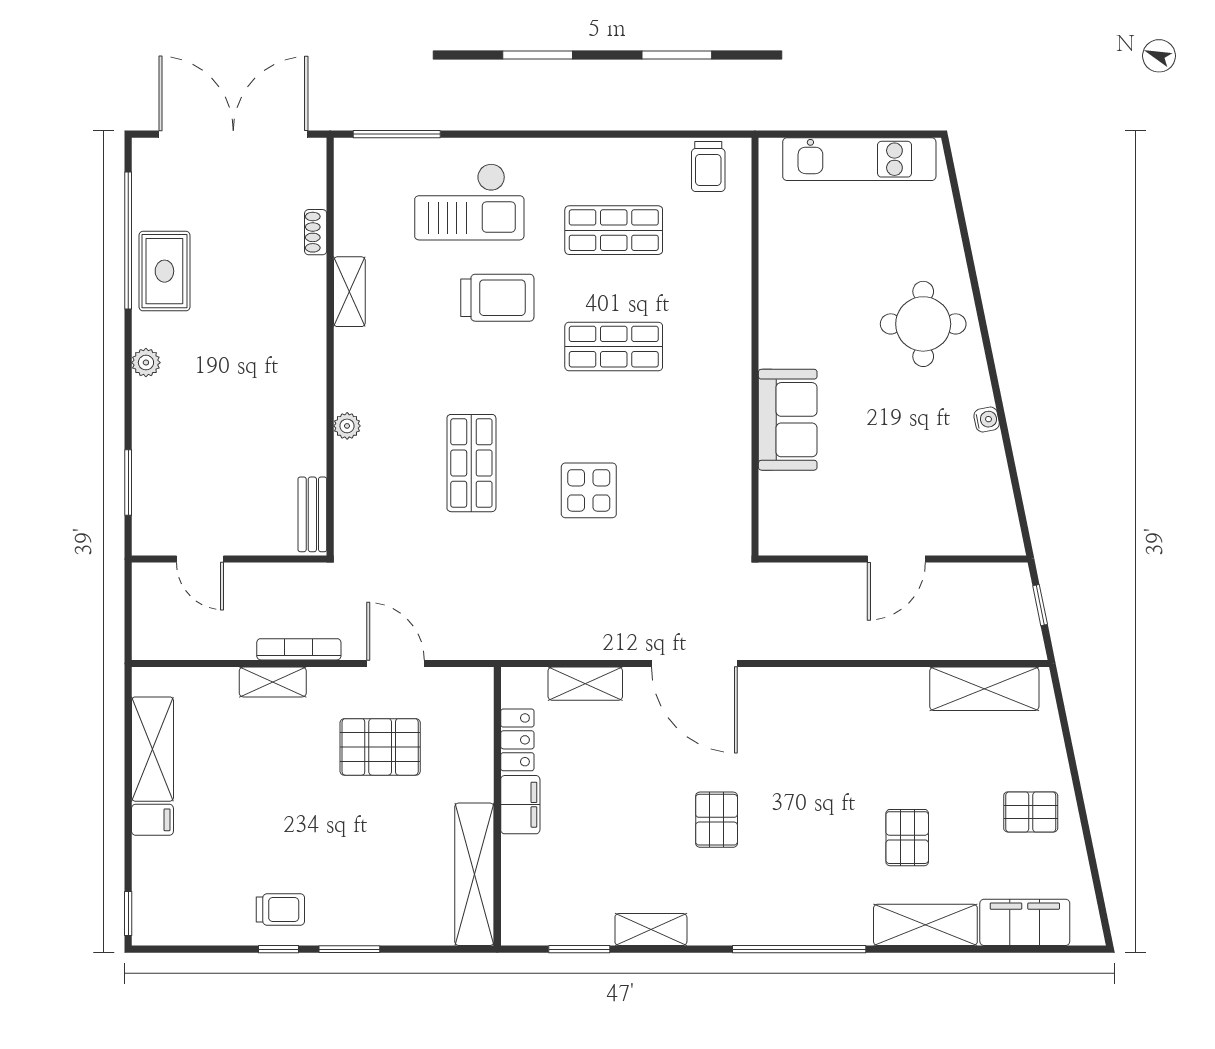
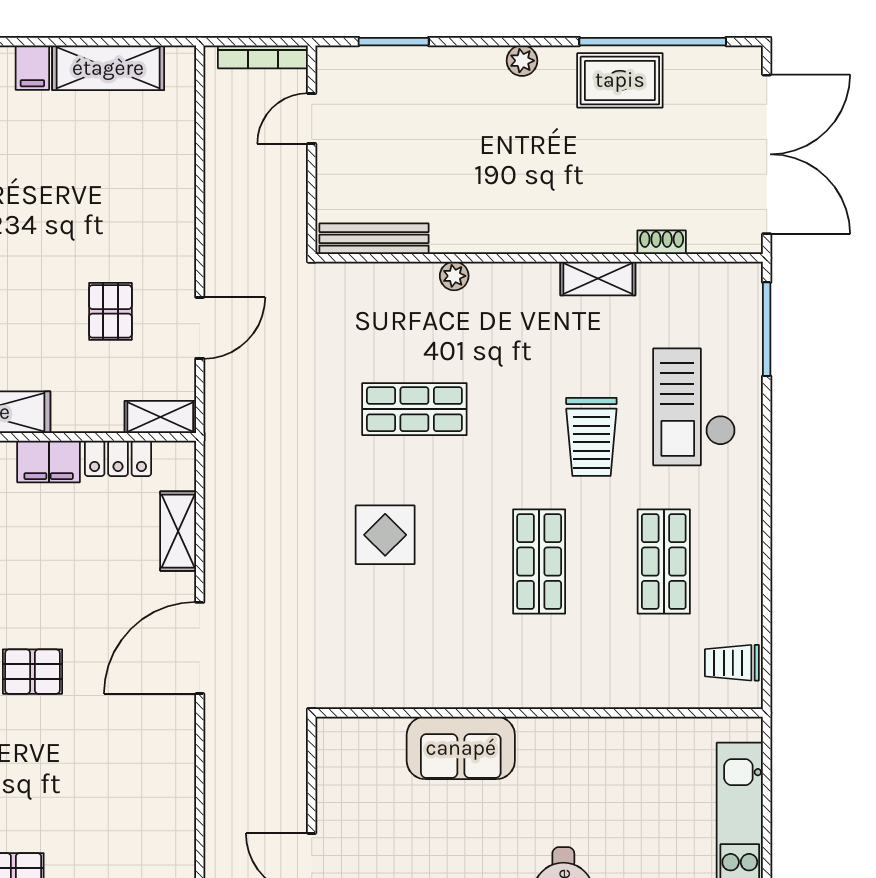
bench: (312, 514) -> (374, 239), width x1.36
bookcase: (299, 649) -> (263, 57), moved, turned 90
shelving: (273, 682) -> (160, 417), moved, turned 90
pallet: (380, 747) -> (110, 311), width x0.67, depth x0.71

